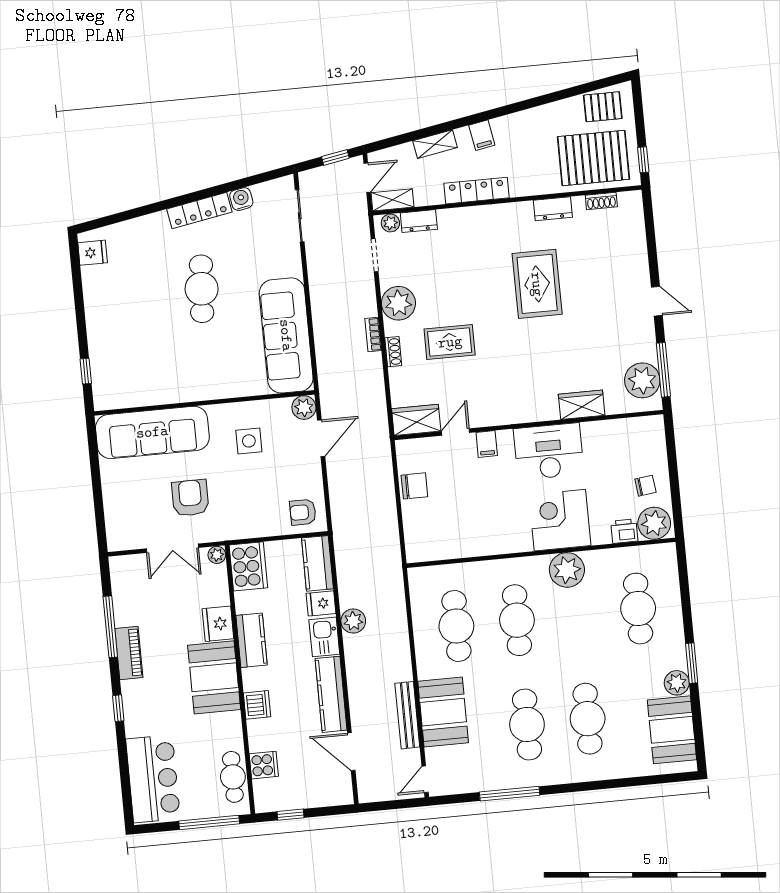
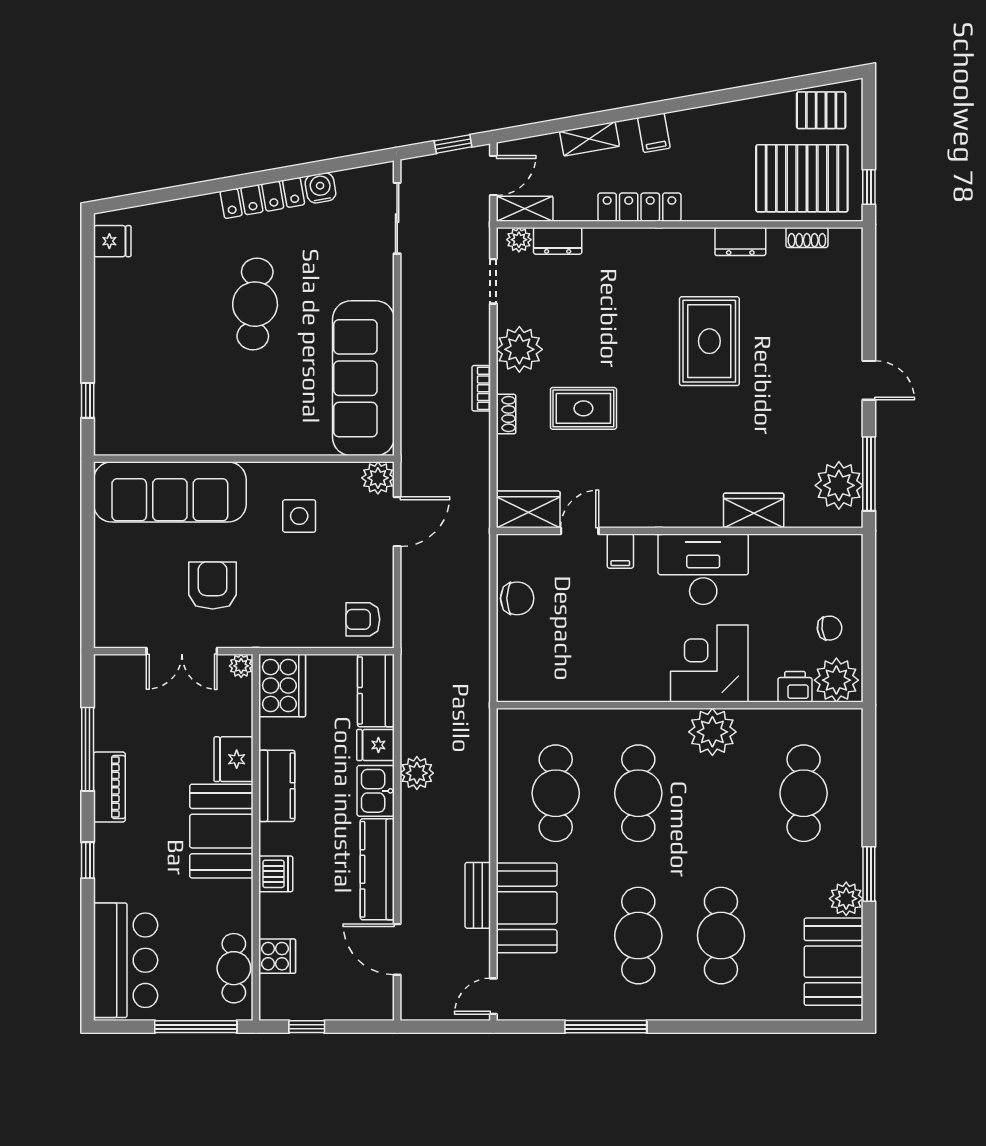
bench: (407, 715) -> (478, 895), width x0.73

